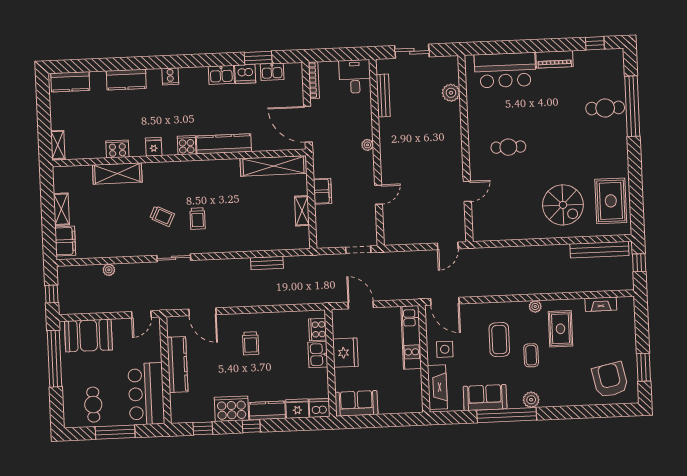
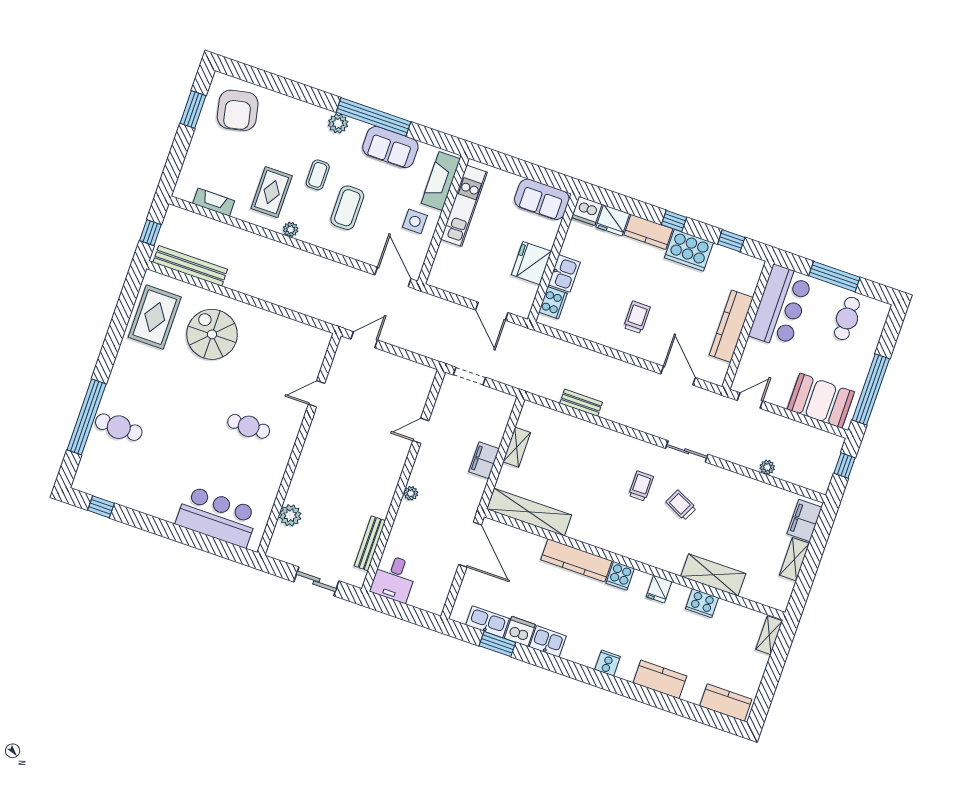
piano: (554, 59) -> (155, 507), removed
kitchen sink: (272, 72) -> (488, 622), width x1.38
bookcase: (314, 80) -> (443, 593), removed
kitchen unit: (411, 337) -> (464, 206), moved

